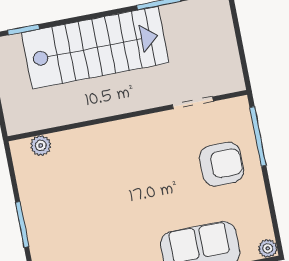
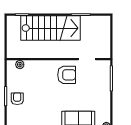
armchair: (222, 164) -> (67, 75), moved
armchair: (50, 225) -> (17, 99), added

